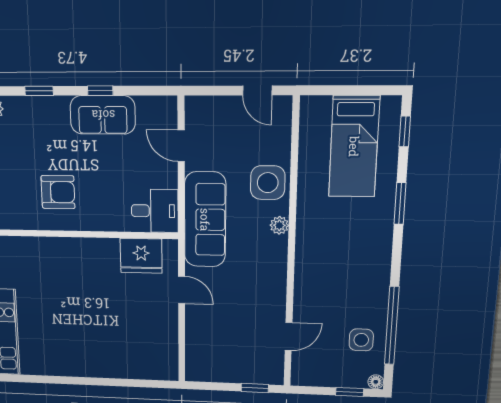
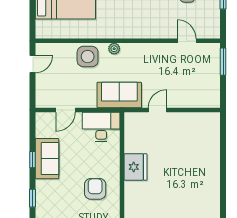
desk: (155, 211) -> (101, 127), width x1.37
sofa: (205, 220) -> (119, 95), width x0.73
fridge: (141, 256) -> (136, 167), moved
window: (255, 388) -> (223, 62), width x1.50

